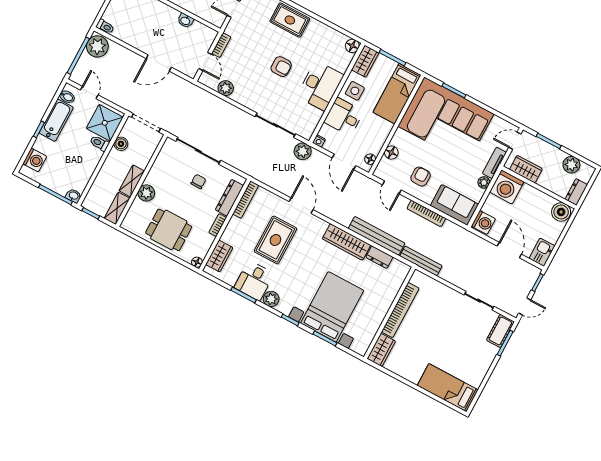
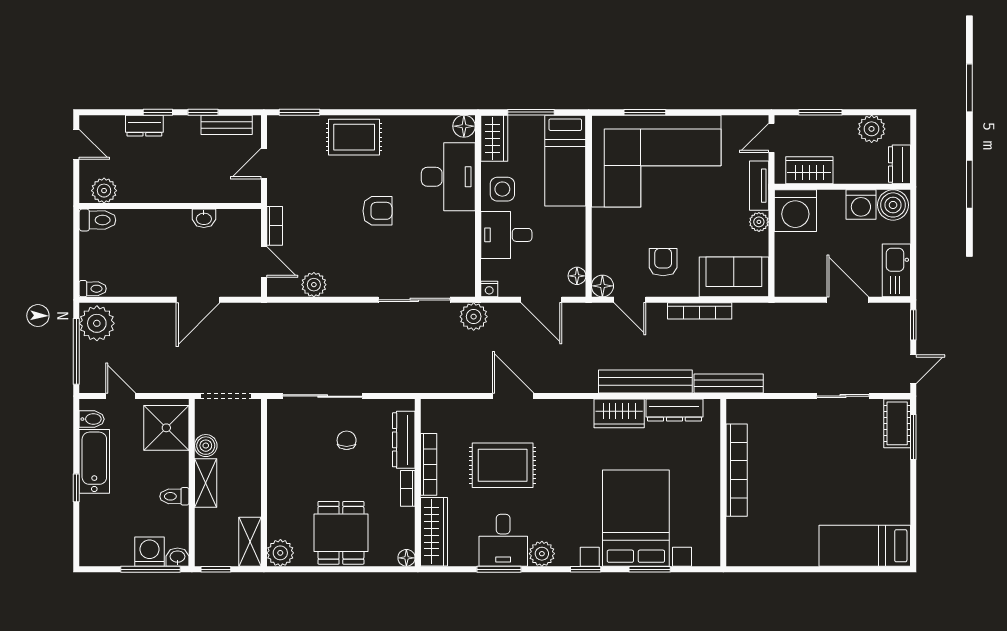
desk: (320, 86) -> (448, 177), moved
toilet: (99, 143) -> (174, 496), moved
floor lamp: (391, 153) -> (602, 286), moved
washing machine: (35, 160) -> (149, 552), moved, turned -90
shelving: (132, 181) -> (206, 483), moved
plant: (146, 193) -> (280, 553), moved
bookcase: (246, 200) -> (429, 464), moved
washing machine: (483, 222) -> (861, 204), moved, turned 90
dining table: (169, 230) -> (341, 533), turned 90
rug: (275, 240) -> (503, 465), turned 90
wardrobe: (346, 242) -> (619, 413), width x0.67
kitchen sink: (542, 252) -> (896, 270), width x1.38
wardrobe: (219, 256) -> (434, 532), width x1.50
dresser: (379, 257) -> (674, 410), width x1.44
wardrobe: (381, 350) -> (740, 542), removed

